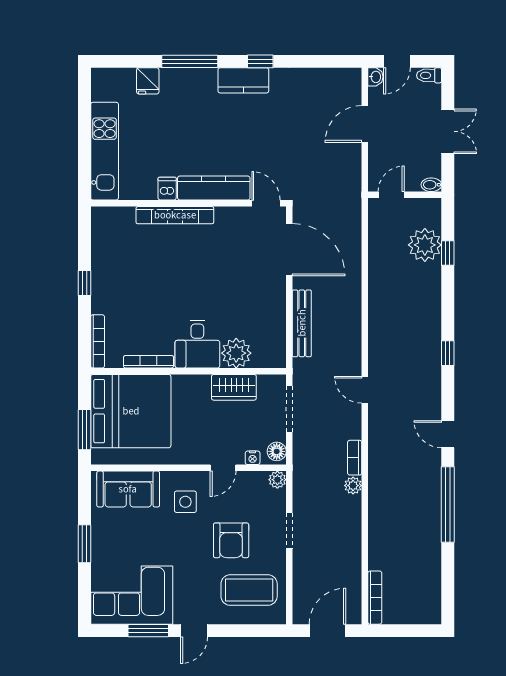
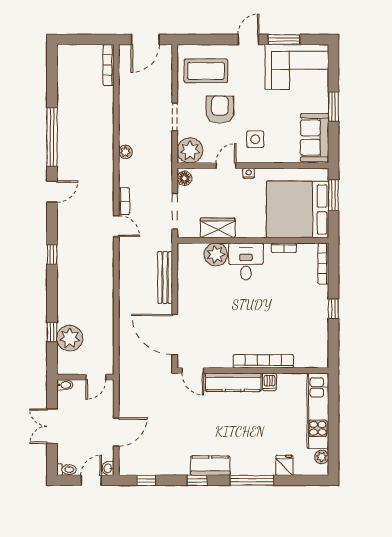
window: (326, 61) -> (146, 480), added
plant: (100, 92) -> (322, 457), added
bookcase: (148, 362) -> (284, 248), width x0.64
door: (448, 434) -> (52, 192), hinge flipped
nightstand: (253, 458) -> (249, 173), moved
bookcase: (355, 458) -> (124, 201), moved
plant: (277, 480) -> (190, 150), width x1.88, depth x1.88
sofa: (128, 489) -> (315, 138), moved, turned -90

